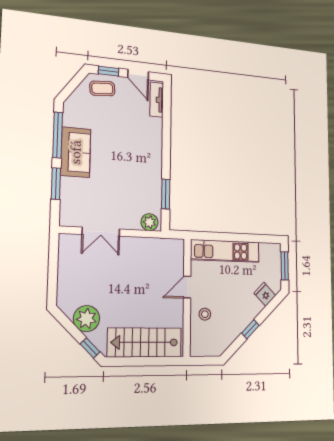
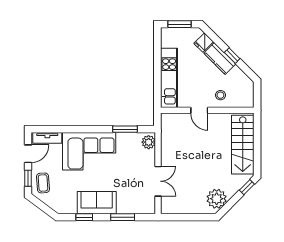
window: (58, 135) -> (84, 217), width x0.46
corner sofa: (140, 148) -> (89, 151), added
kitchen counter: (247, 314) -> (220, 58), added
plant: (86, 319) -> (217, 199), moved

